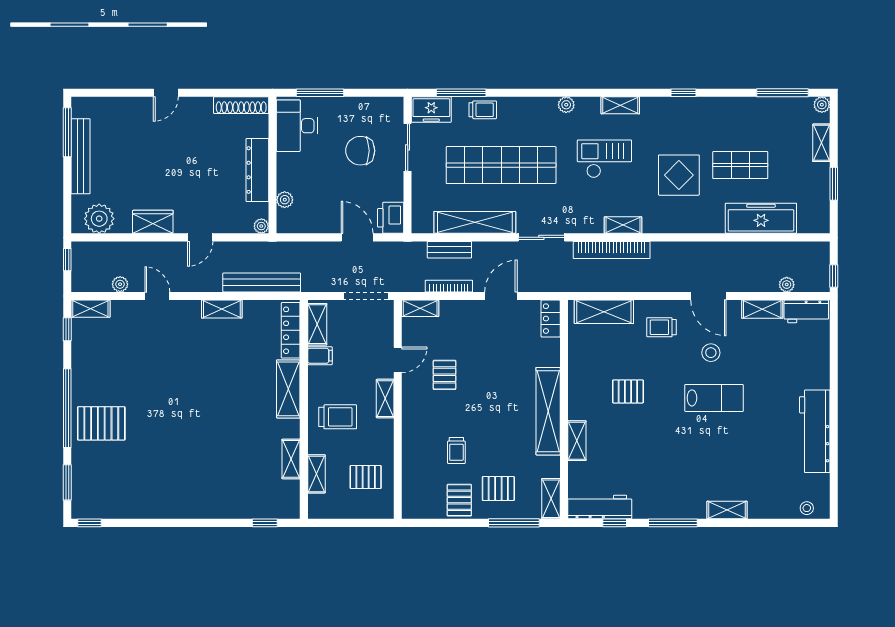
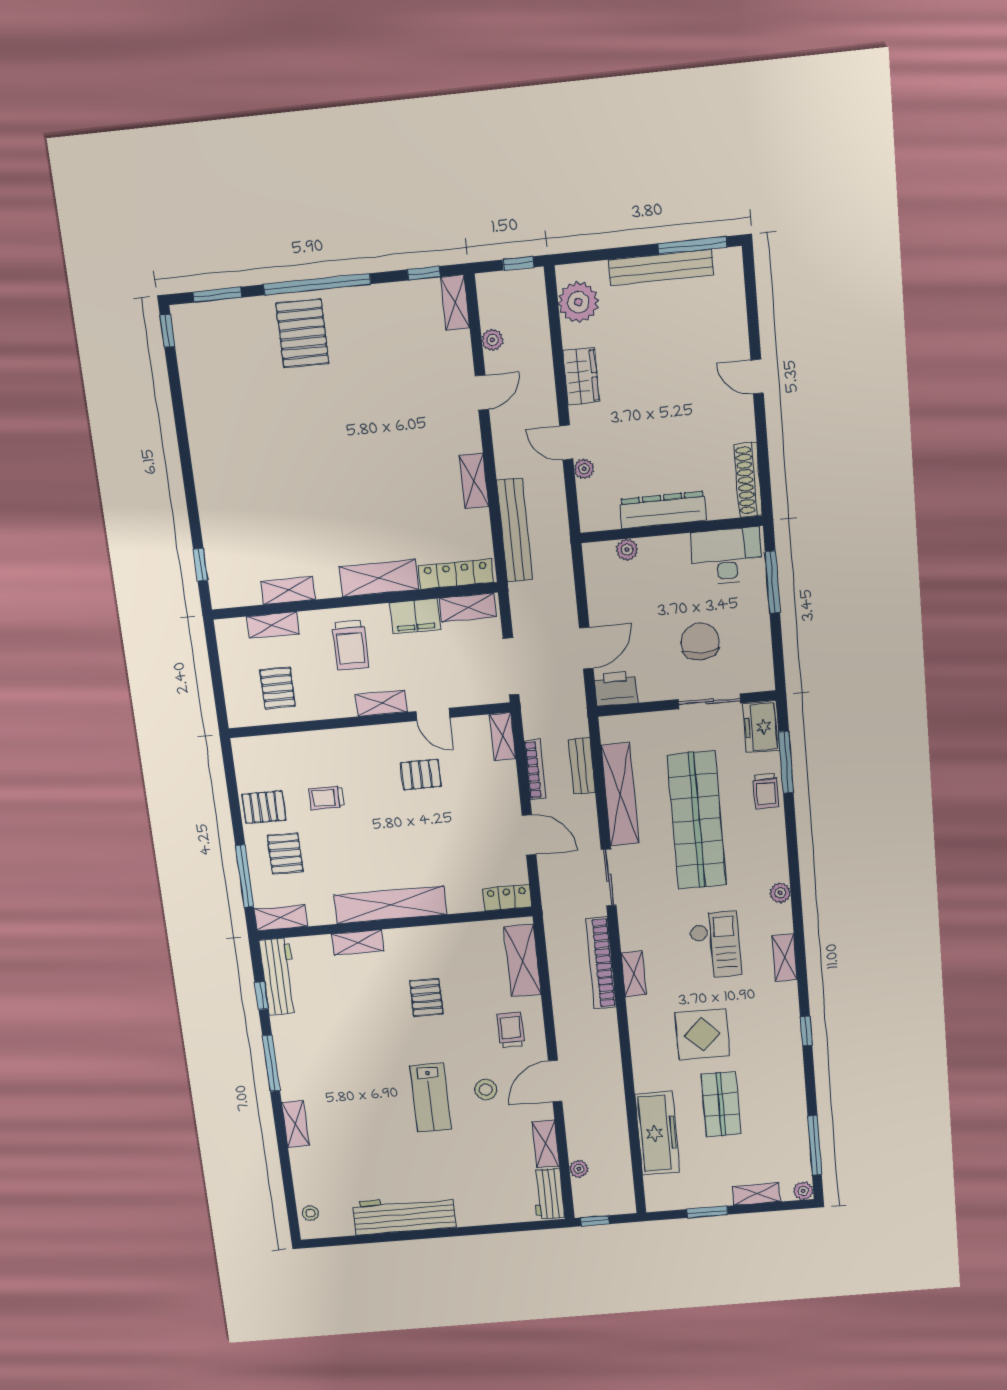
plant: (261, 226) -> (584, 469), moved
filing cabinet: (320, 356) -> (415, 616), width x2.00

